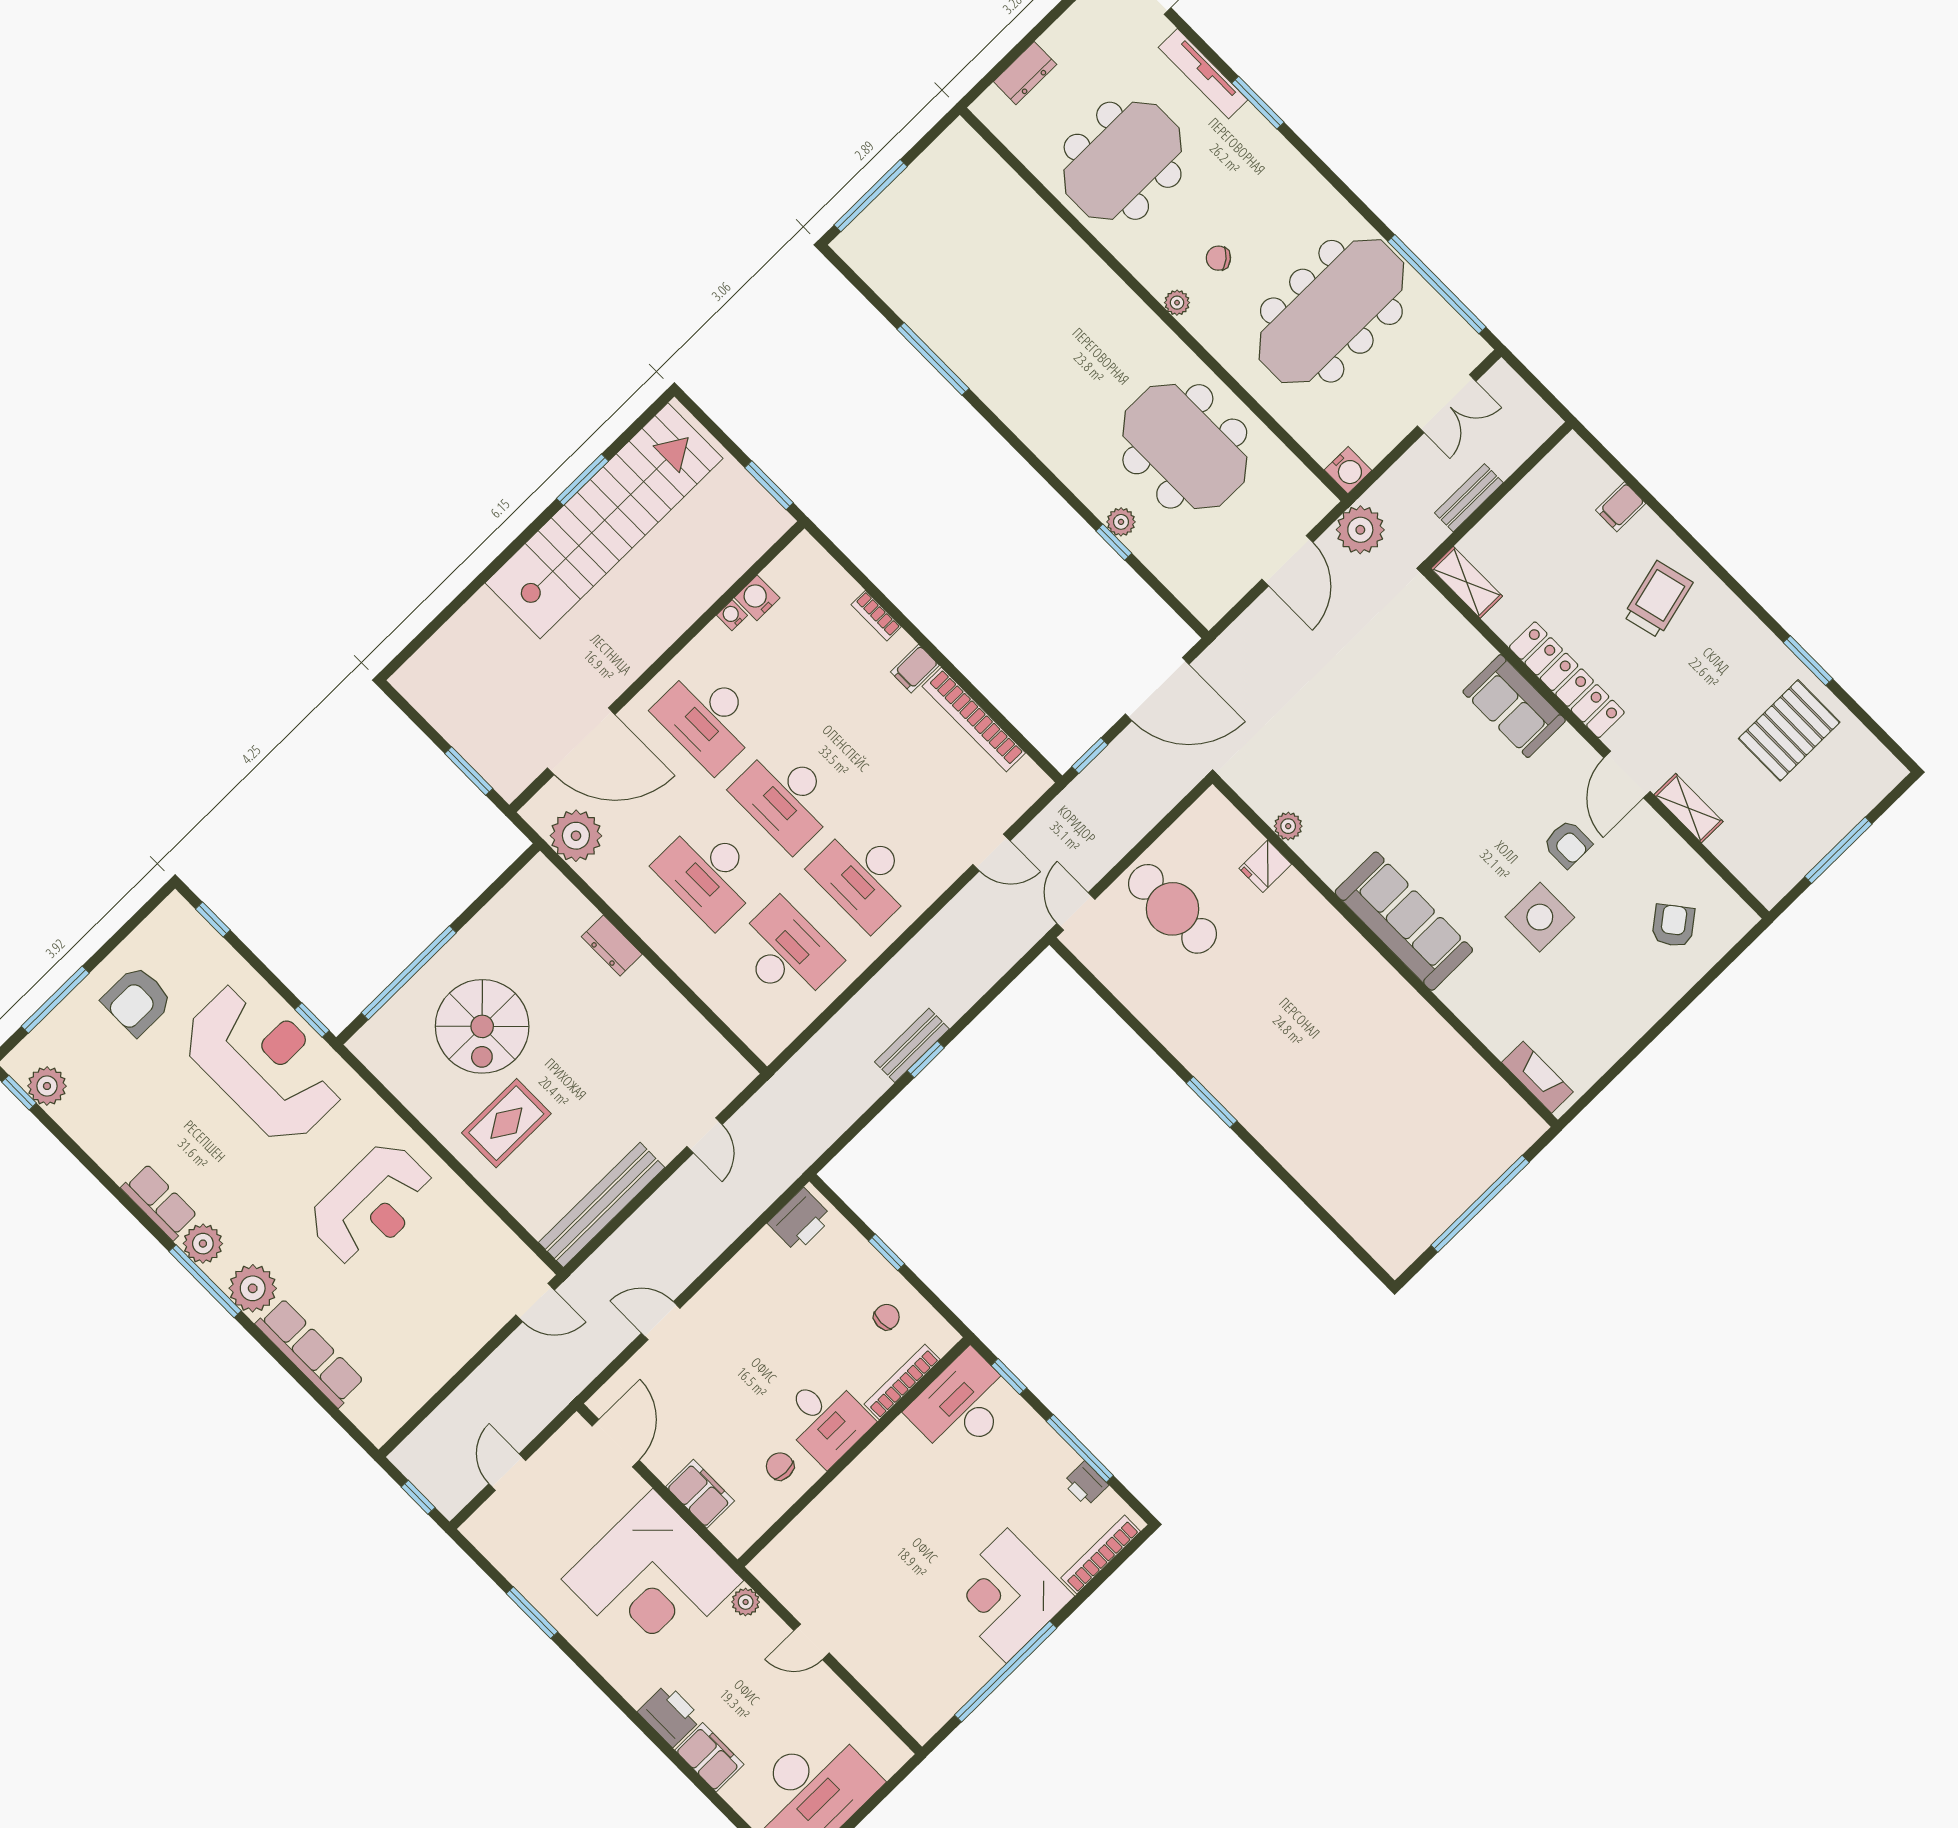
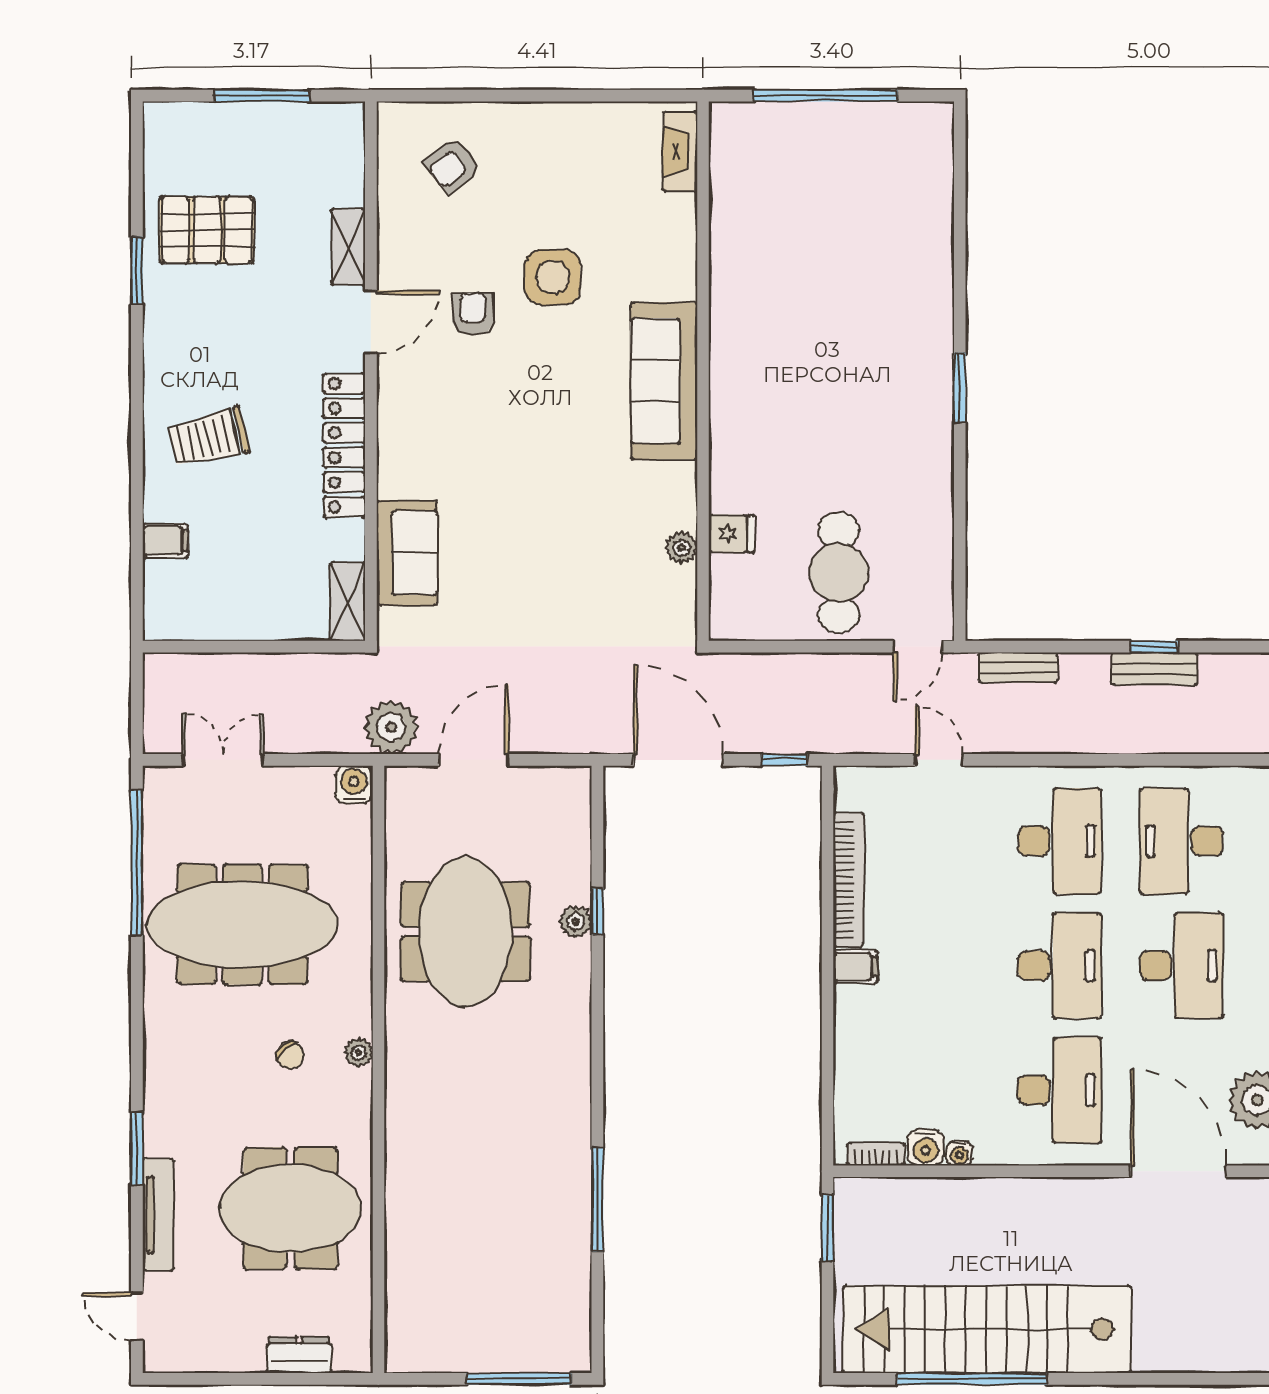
window: (582, 480) -> (972, 1379), width x2.11
bench: (1469, 498) -> (1018, 667), moved
bookcase: (876, 616) -> (876, 1154), moved, turned -90
sofa: (1514, 706) -> (407, 553), moved

